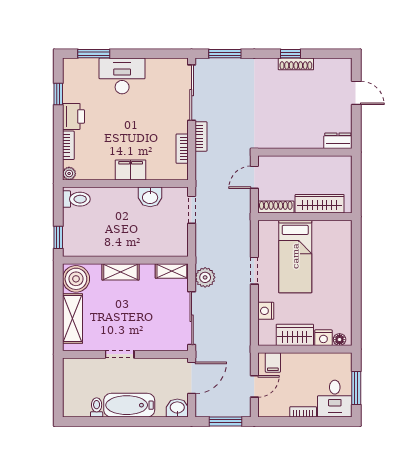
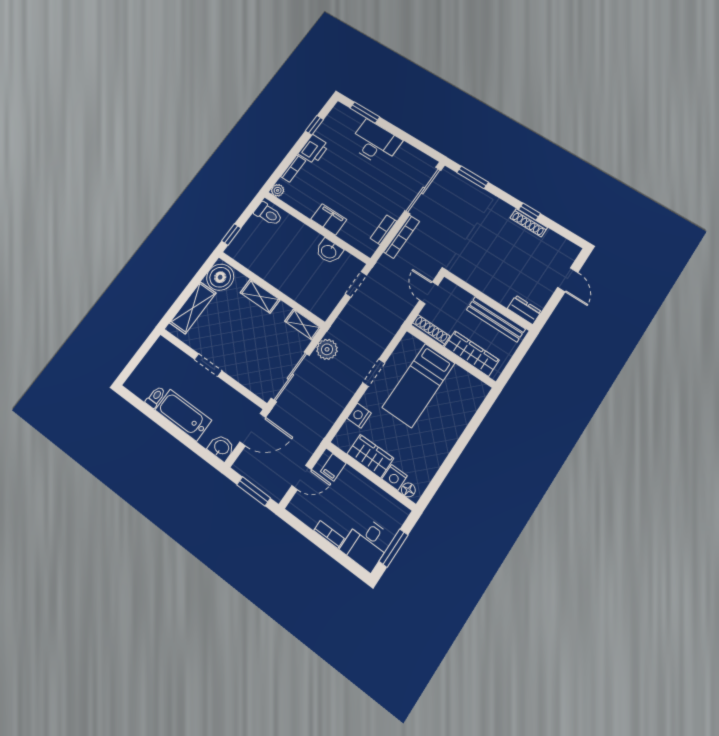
bookcase: (201, 136) -> (401, 237), width x1.56
bench: (321, 163) -> (496, 319), added
door: (254, 177) -> (429, 293), hinge flipped

